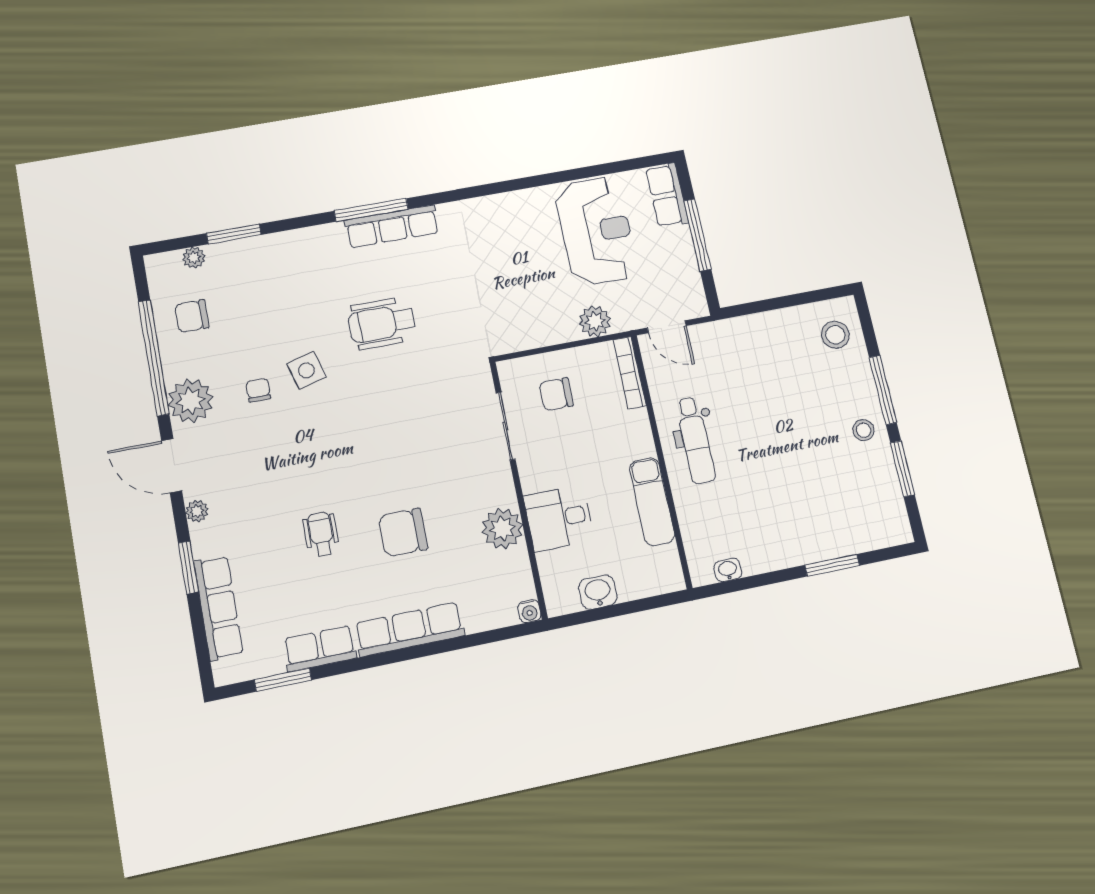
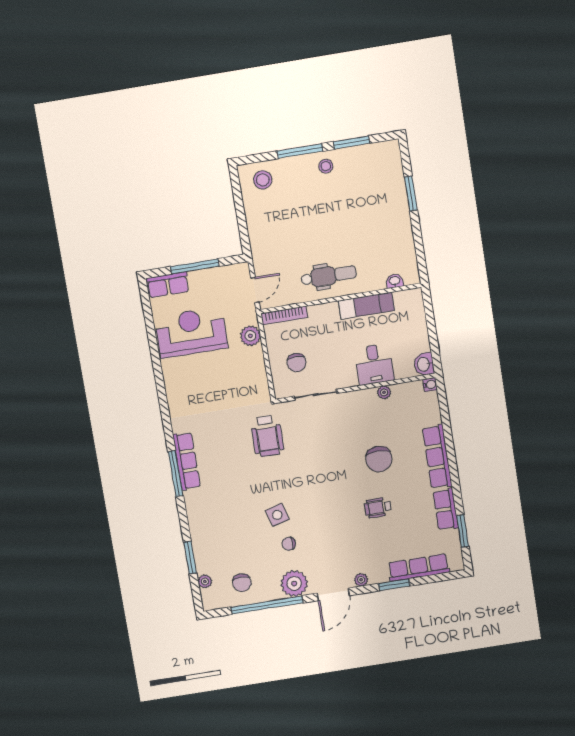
wheelchair: (382, 323) -> (267, 436), moved
plant: (502, 529) -> (384, 392), width x0.53, depth x0.53
washbasin: (728, 570) -> (395, 281), moved, turned 90
washbasin: (598, 592) -> (424, 364), moved

